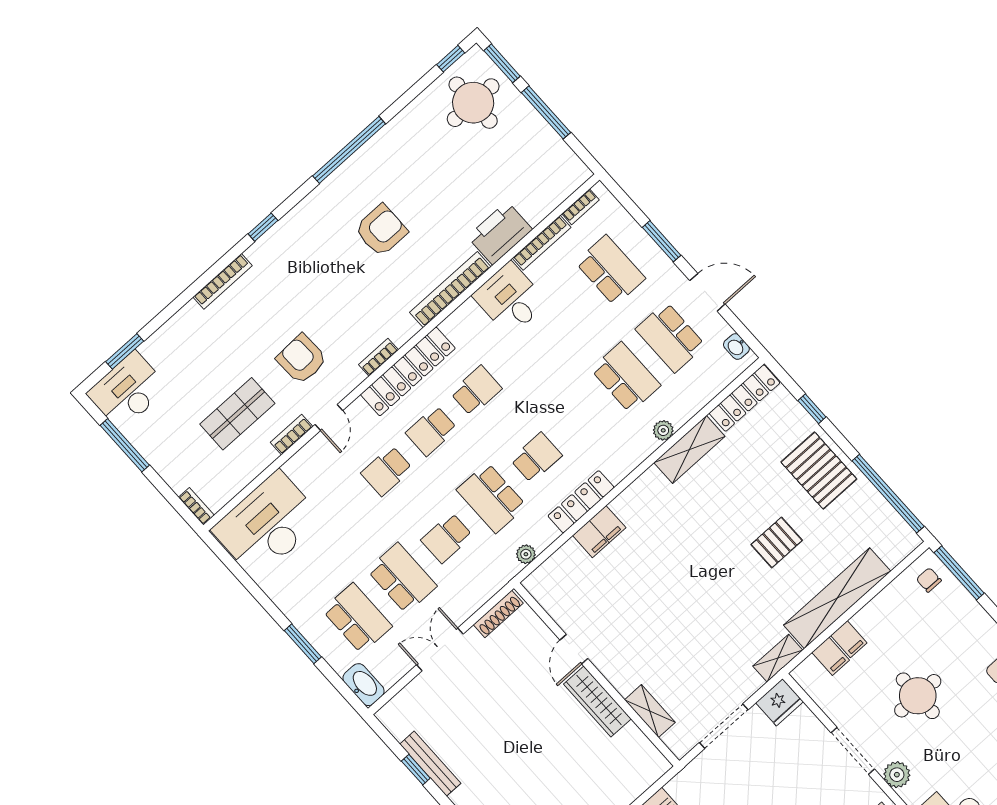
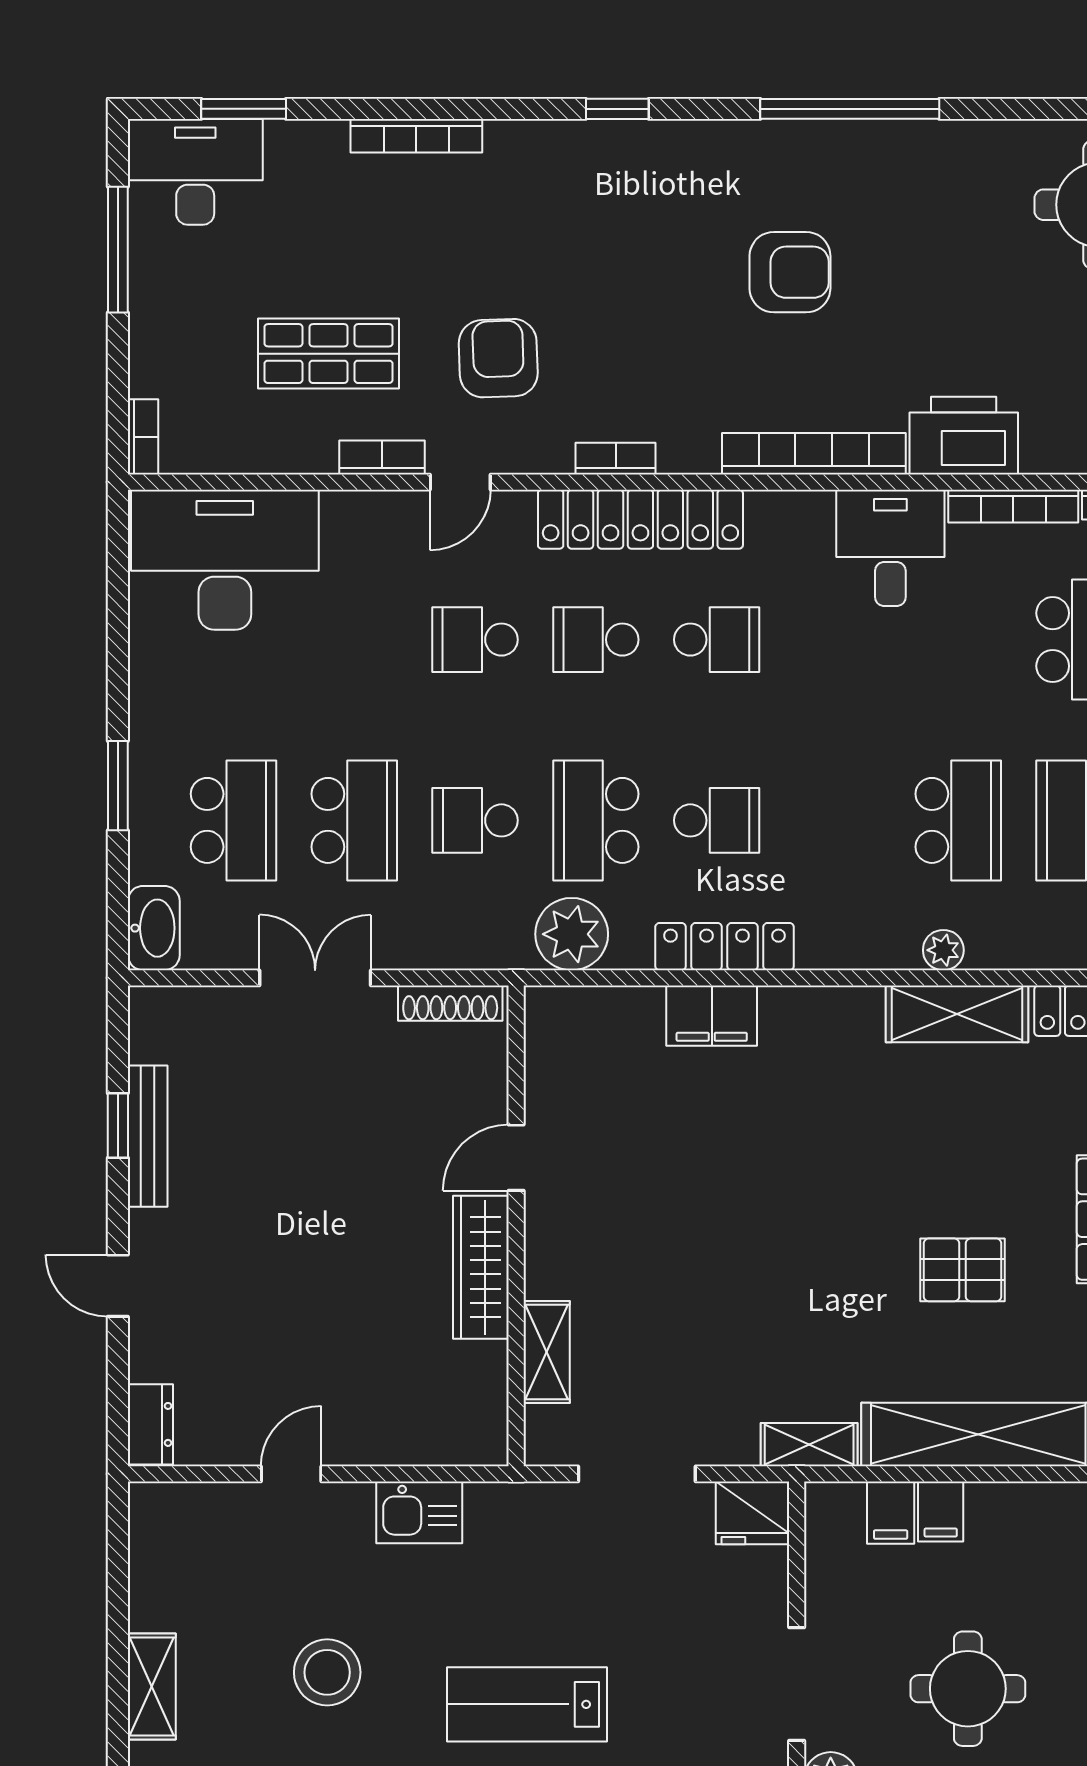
bookcase: (223, 281) -> (416, 136), moved
plant: (526, 554) -> (572, 934), width x1.88, depth x1.88

